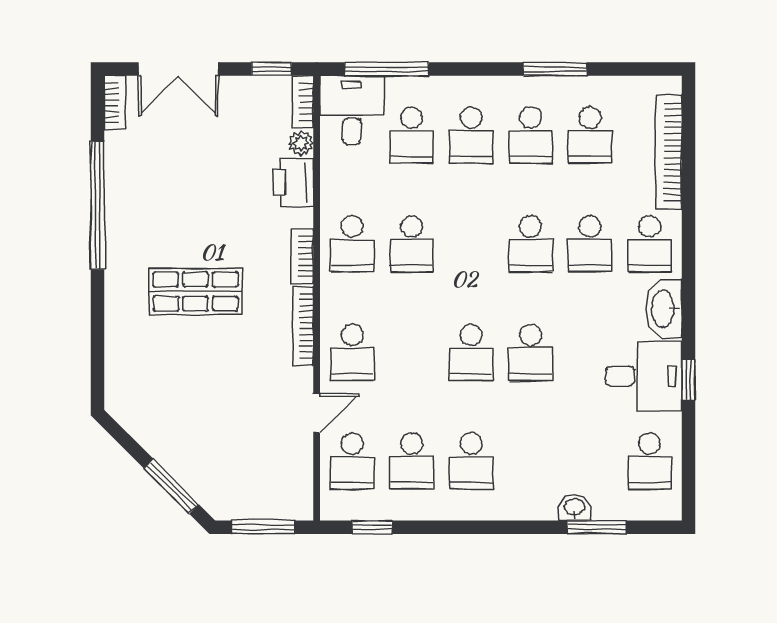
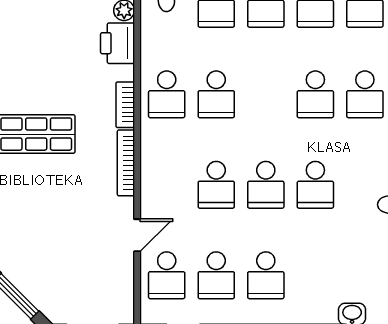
school desk: (352, 352) -> (216, 185), moved

